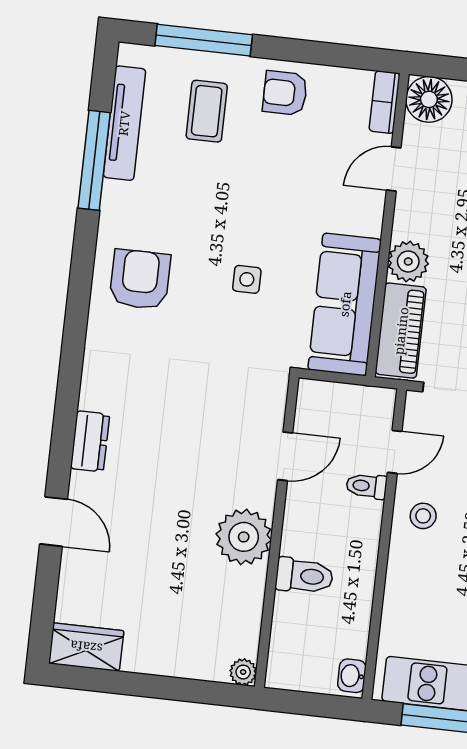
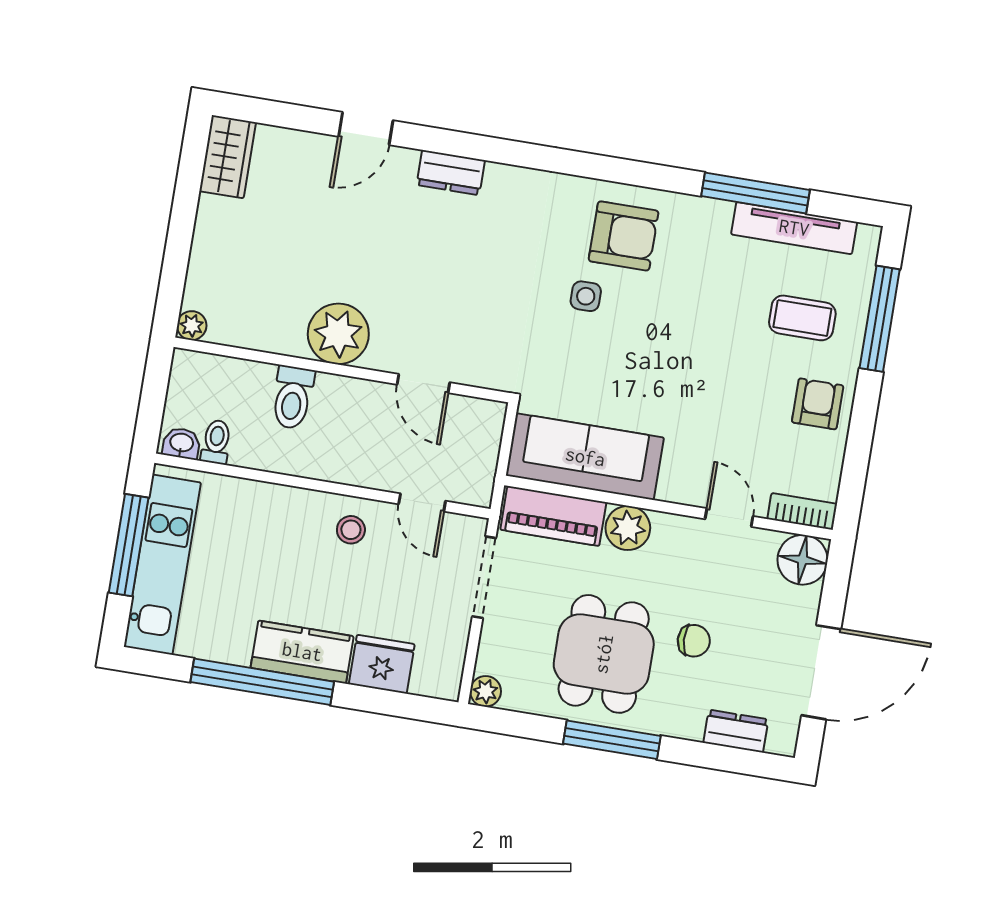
side table: (247, 279) -> (586, 296), moved
toilet: (367, 486) -> (216, 442), moved

